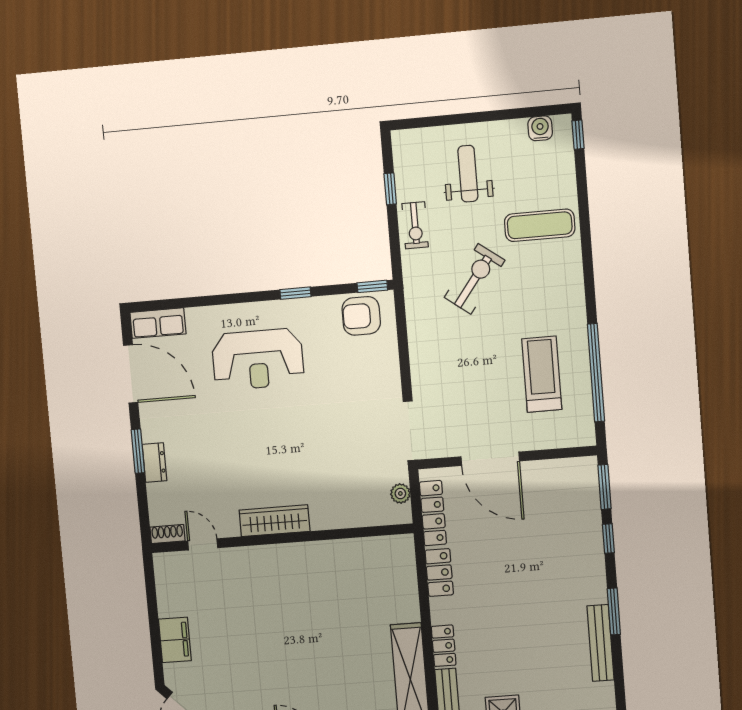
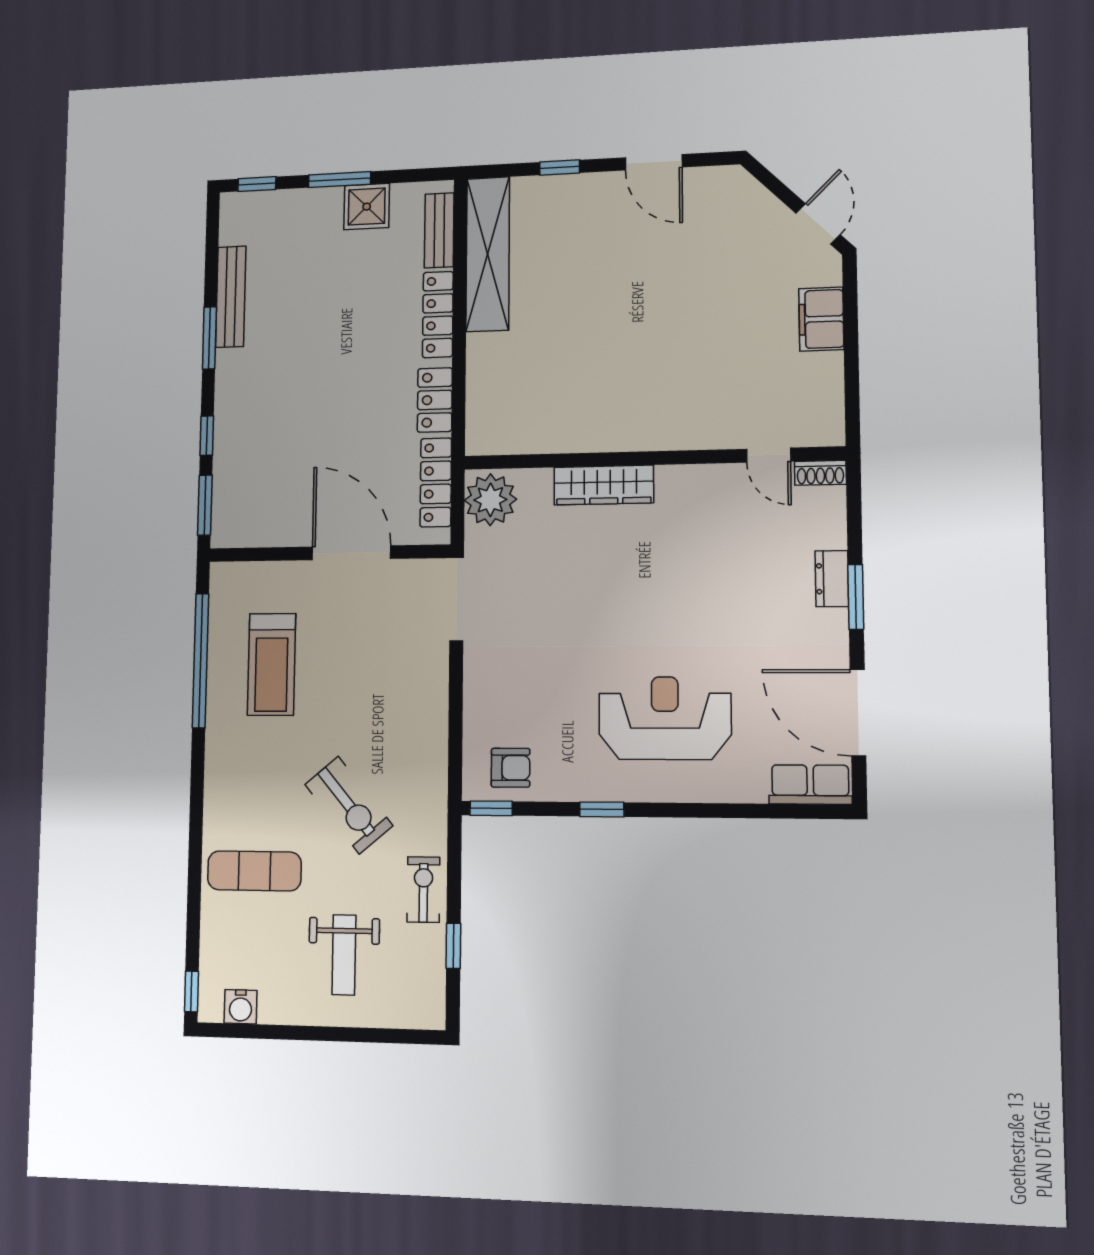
exercise bike: (475, 279) -> (349, 805), turned -77
armchair: (361, 316) -> (511, 768), width x0.72, depth x0.72
plant: (400, 493) -> (490, 500), width x1.87, depth x1.87
wardrobe: (275, 521) -> (604, 485), moved
locker: (444, 646) -> (438, 315), width x1.53

